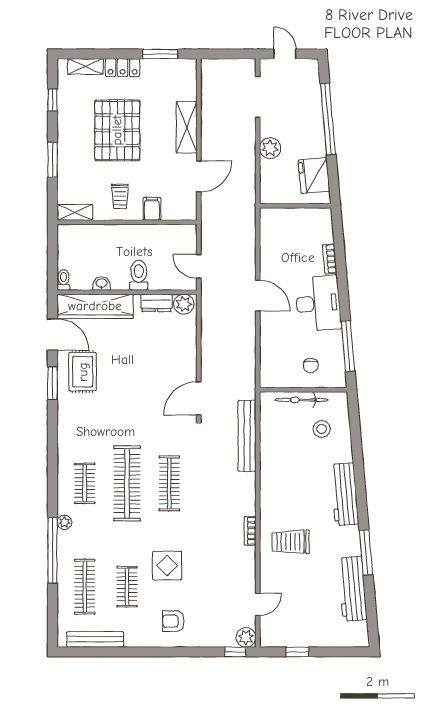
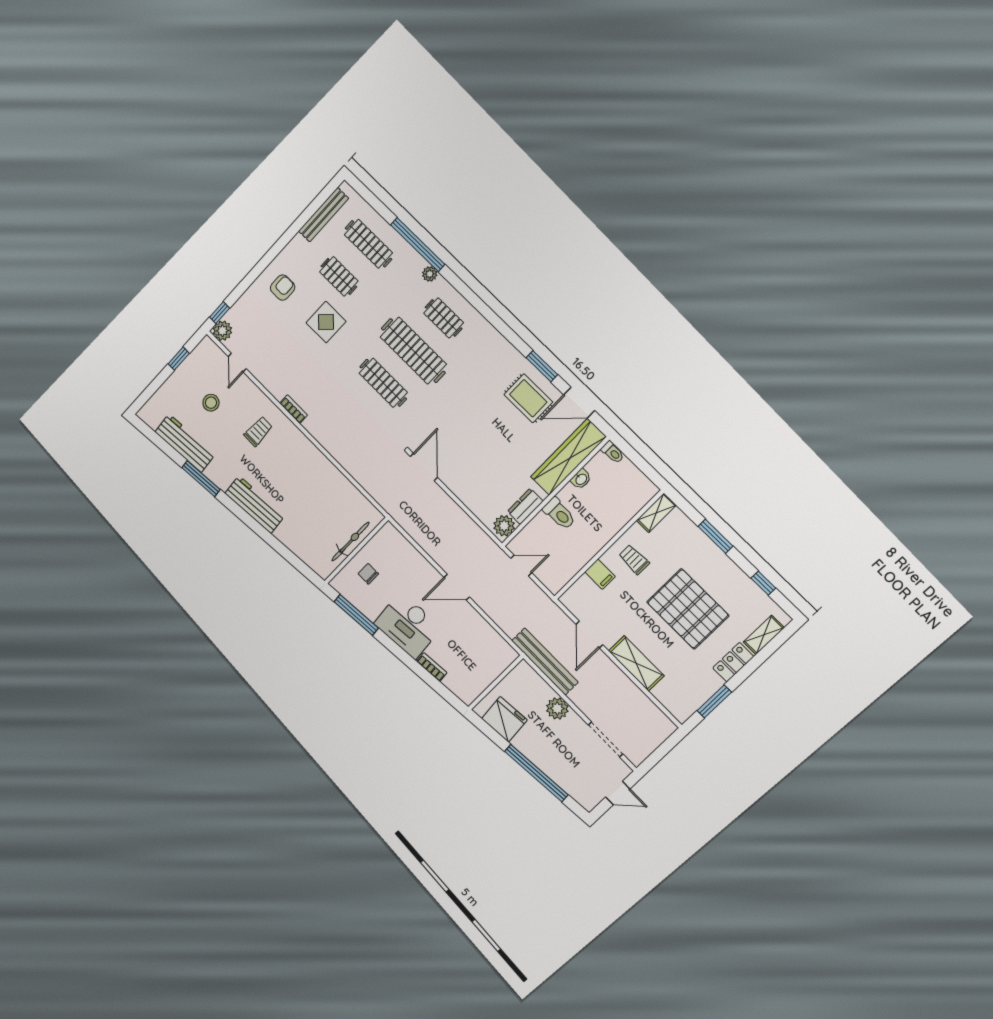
stool: (322, 429) -> (211, 403), moved
bench: (247, 436) -> (545, 661), moved
trolley: (291, 542) -> (258, 431), width x0.73, depth x0.72

